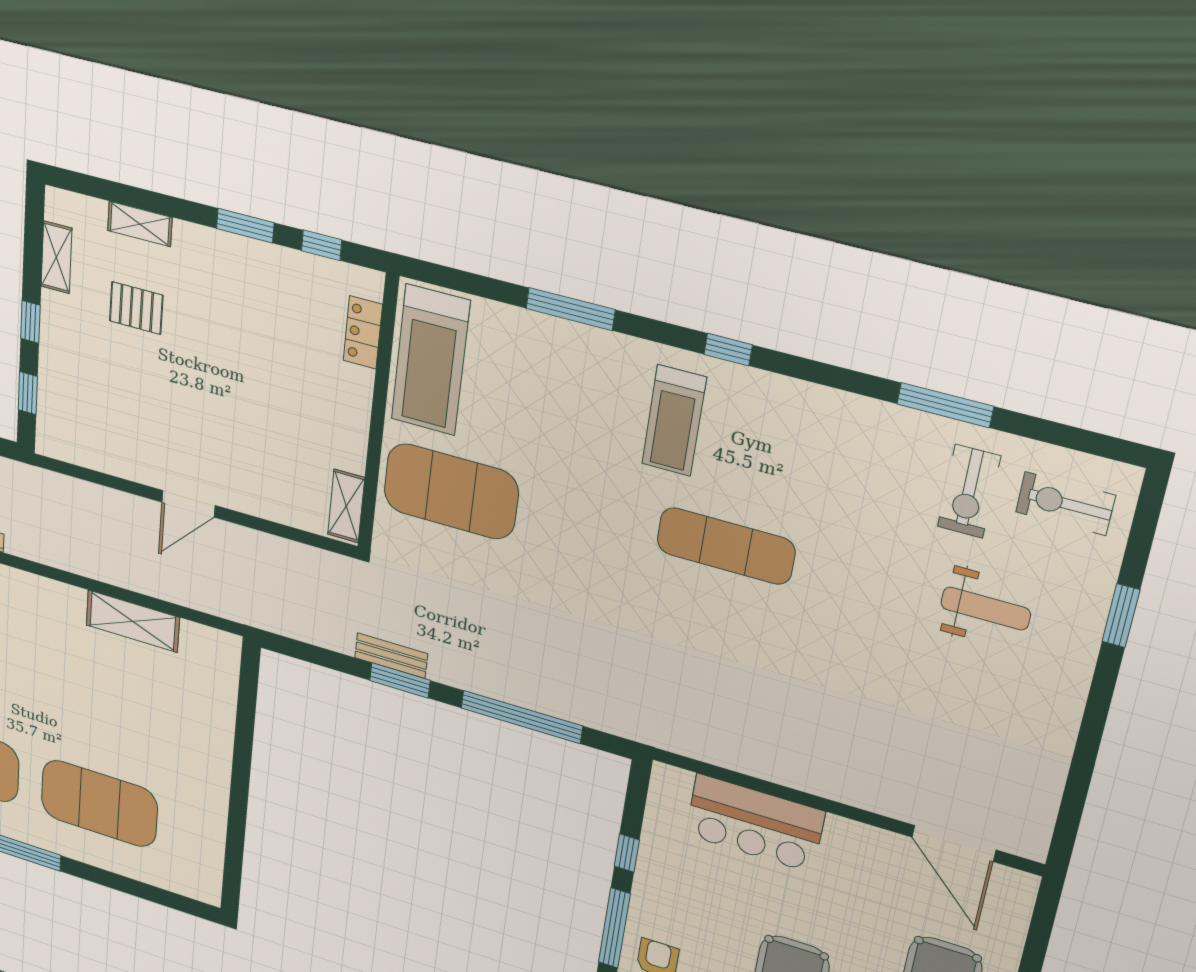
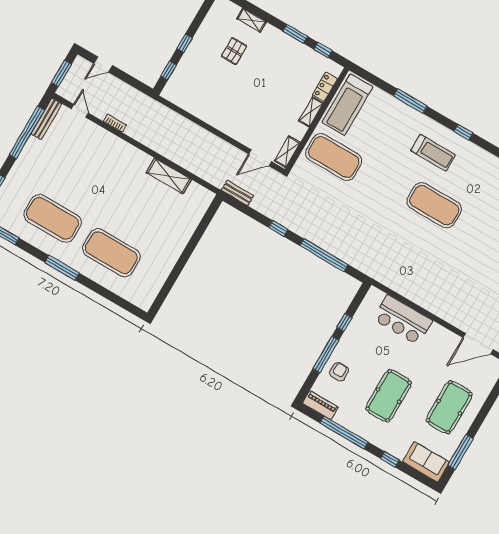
shelving: (56, 257) -> (311, 112), moved
pallet: (136, 308) -> (234, 51), turned 90
treadmill: (674, 421) -> (433, 153), turned -90
door: (188, 504) -> (260, 158), moved
exercise mat: (726, 546) -> (434, 205), width x1.47
bench: (391, 656) -> (237, 193), moved
window: (400, 680) -> (278, 228), width x0.67
door: (954, 843) -> (478, 344), hinge flipped

